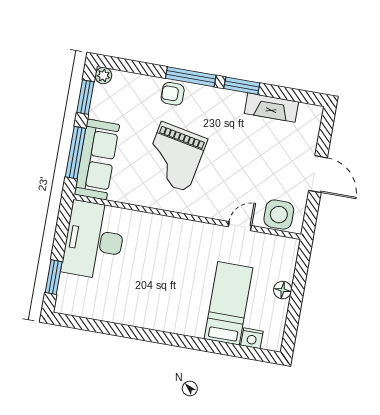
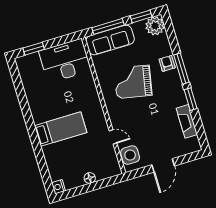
plant: (103, 76) -> (155, 26), width x1.87, depth x1.87
bed: (229, 303) -> (61, 129), moved
nightstand: (252, 338) -> (58, 187), moved

